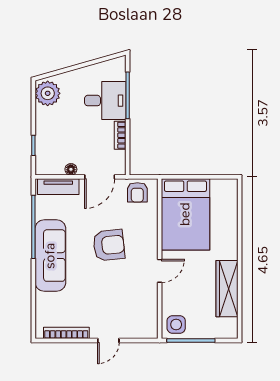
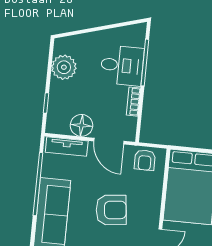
plant: (48, 93) -> (64, 67), moved
floor lamp: (71, 169) -> (81, 125), width x1.89, depth x1.89
door: (100, 177) -> (109, 141), hinge flipped

